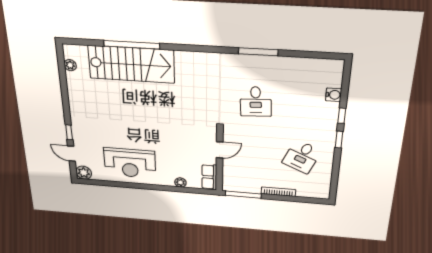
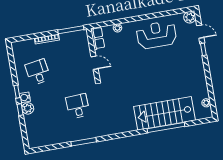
water cooler: (334, 95) -> (25, 97), moved
plant: (330, 115) -> (28, 108), added
door: (220, 150) -> (94, 63), swing flipped
desk: (302, 157) -> (38, 72), turned -33

